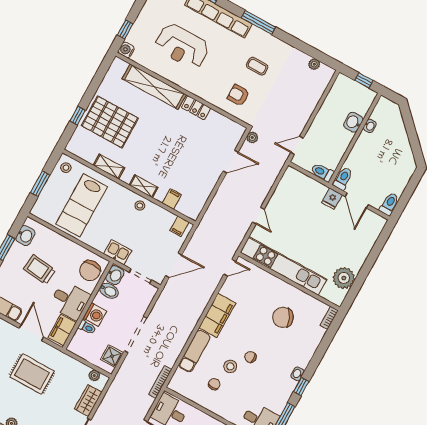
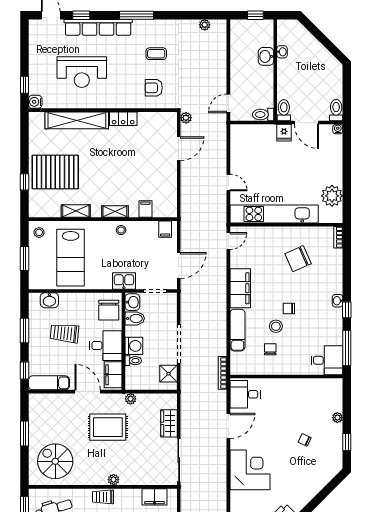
water cooler: (381, 222) -> (338, 129), added
washbasin: (25, 236) -> (49, 300), moved, turned 90
plant: (94, 375) -> (131, 399), moved

